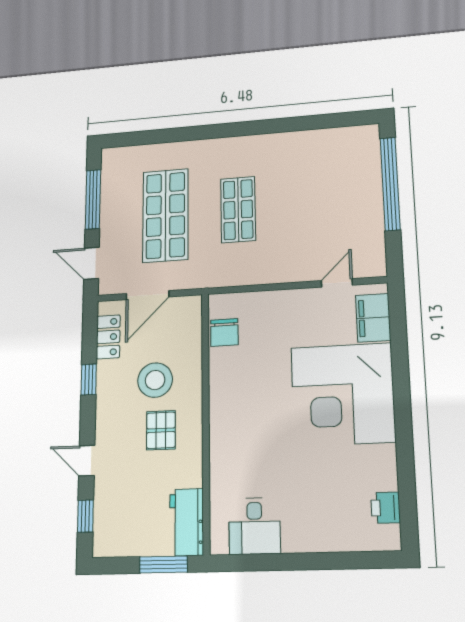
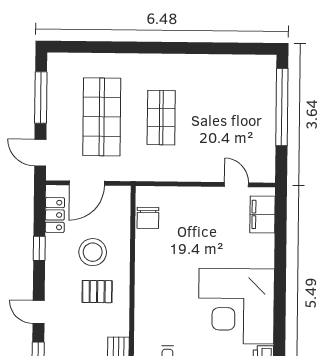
door: (337, 283) -> (236, 185), hinge flipped
corner desk: (343, 394) -> (236, 306), moved
pallet: (161, 430) -> (97, 292), turned 90

